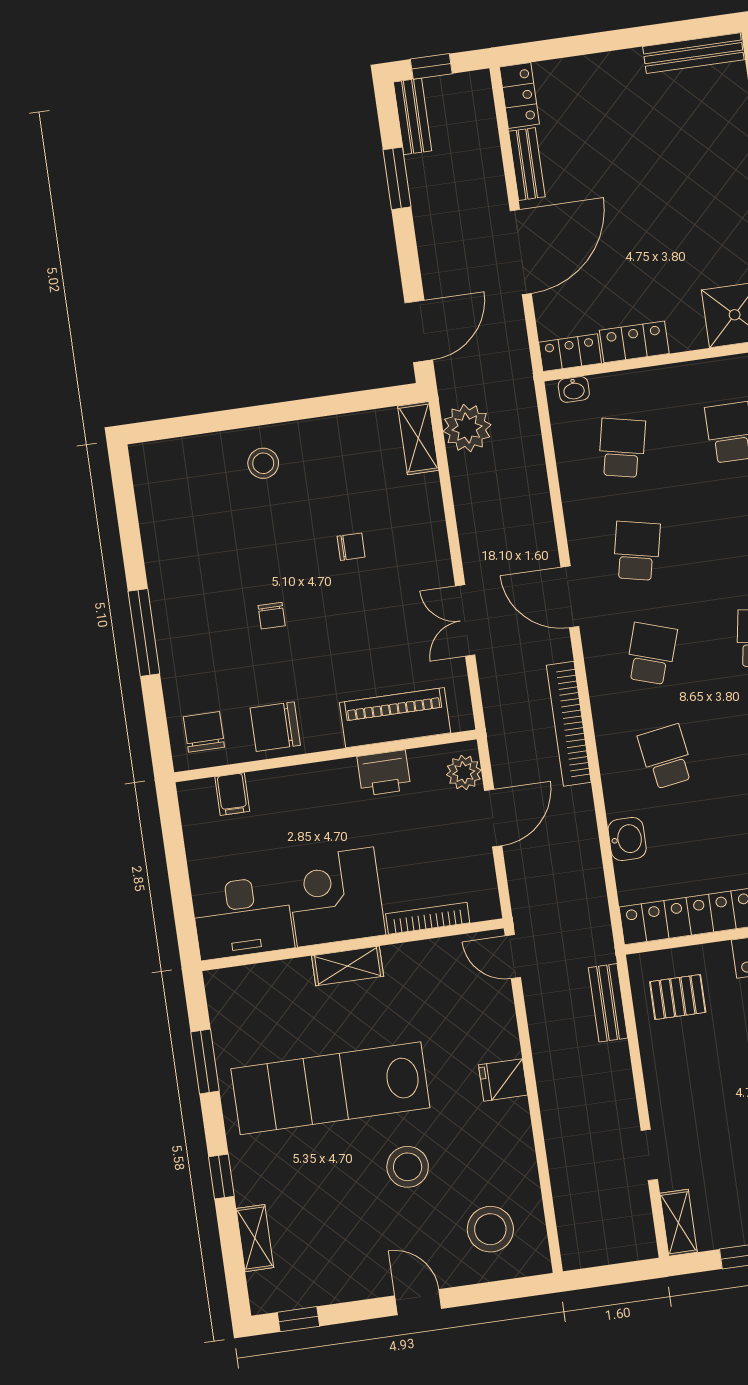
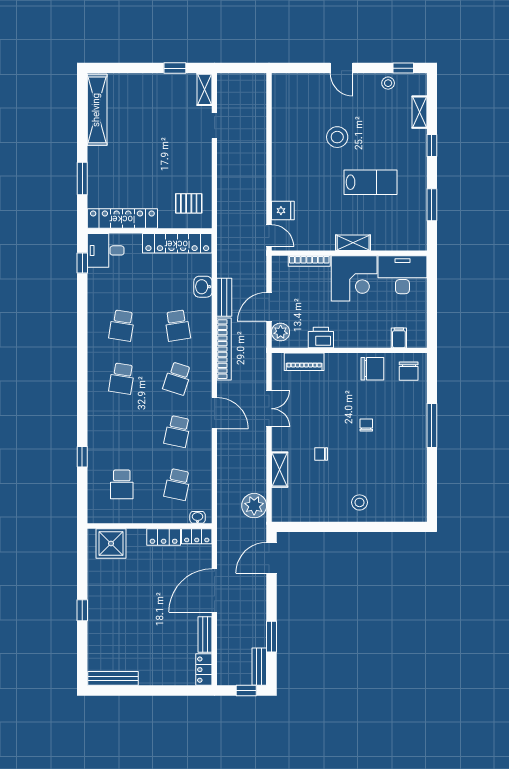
shelving: (418, 438) -> (280, 470), moved
piano: (395, 718) -> (304, 362), width x0.73, depth x0.75
bench: (608, 1003) -> (224, 297), moved
fridge: (503, 1080) -> (283, 211), moved
lab bench: (330, 1088) -> (370, 182), width x0.54, depth x0.72
stool: (490, 1229) -> (388, 83), moved, width x0.53, depth x0.53

